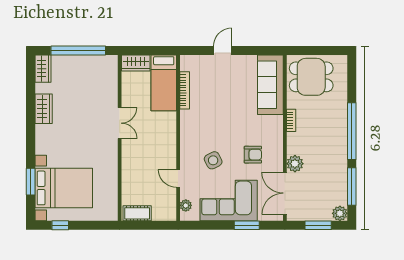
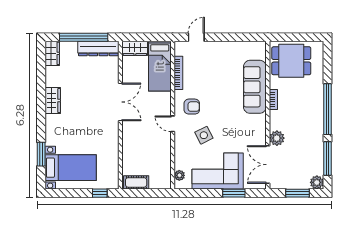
door: (223, 50) -> (196, 37), moved
dresser: (95, 63) -> (98, 48), added
sofa: (270, 85) -> (255, 87), moved
wardrobe: (44, 109) -> (53, 101), moved
double door: (120, 123) -> (120, 102), width x1.37
armchair: (253, 155) -> (192, 107), moved
door: (178, 178) -> (173, 124), moved
bed with nightstands: (64, 188) -> (71, 168), width x0.73
window: (60, 225) -> (100, 193), moved

